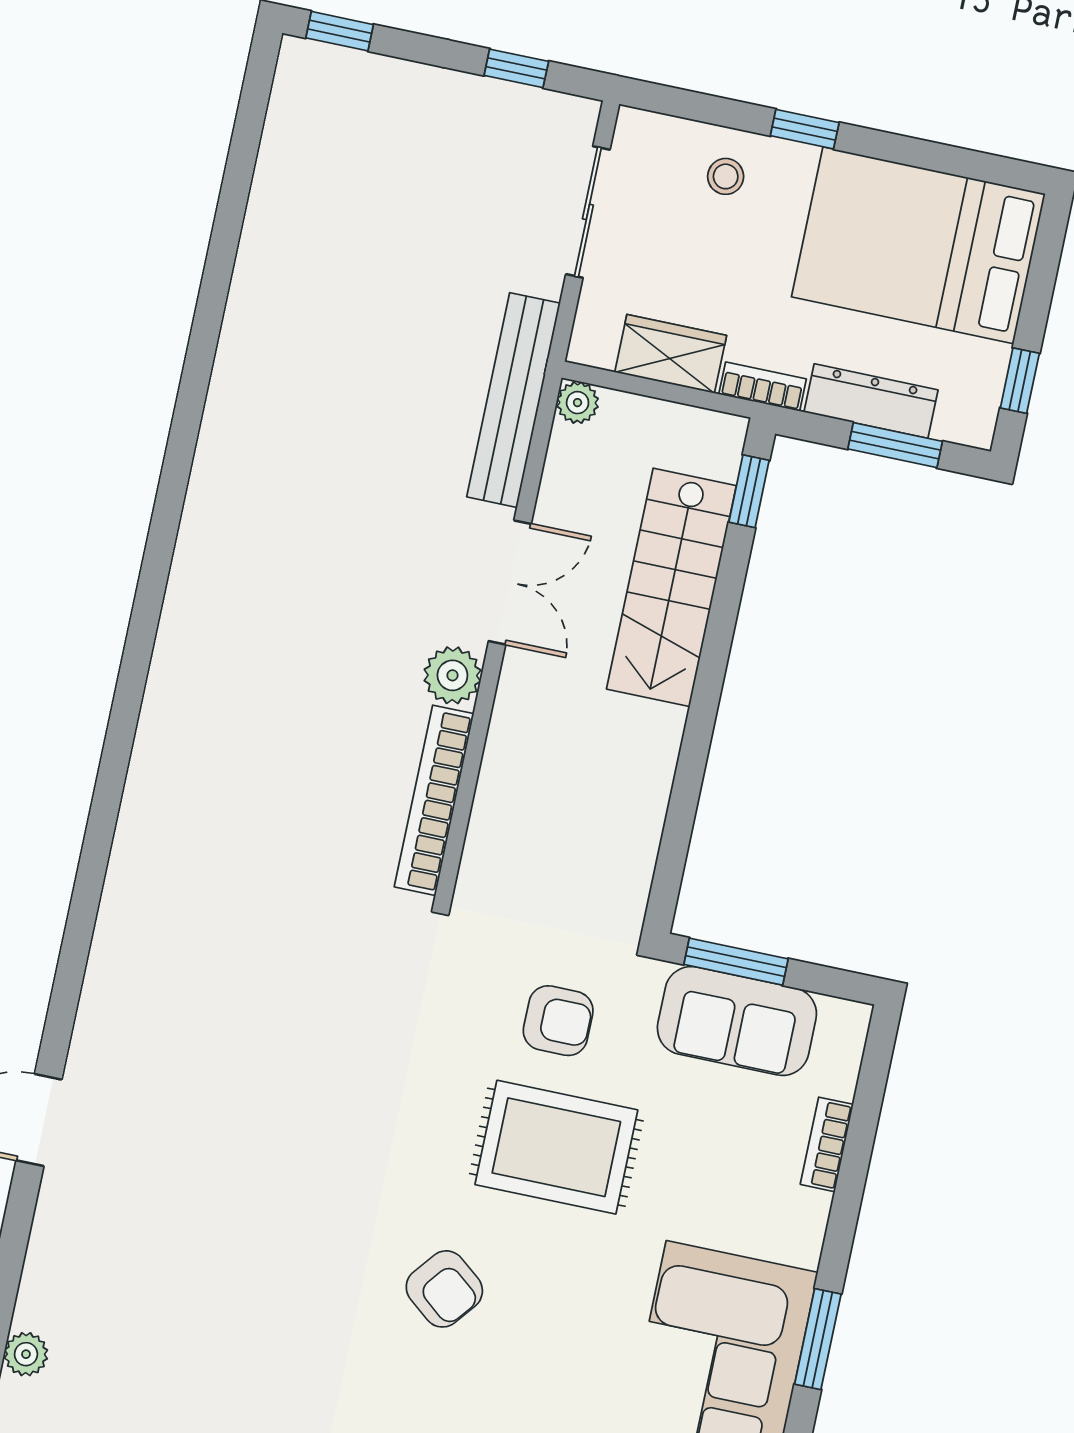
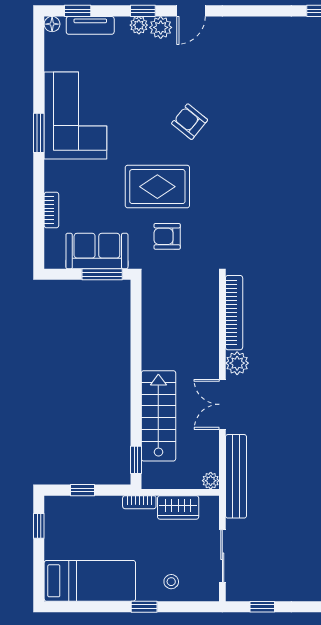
bed: (918, 245) -> (90, 581), width x0.67
dresser: (871, 401) -> (96, 505), removed
window: (895, 445) -> (82, 490), width x0.67

